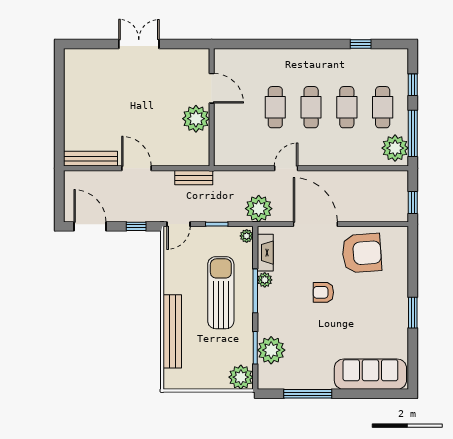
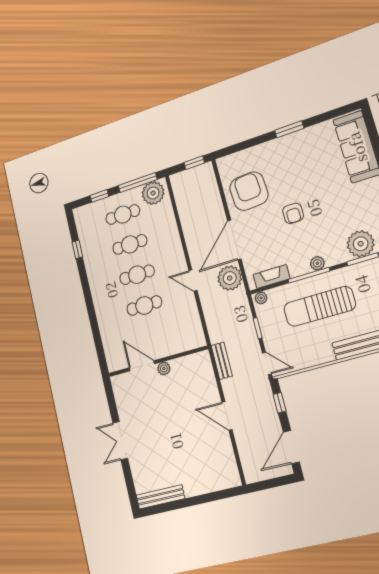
door: (212, 88) -> (142, 366), hinge flipped
plant: (196, 119) -> (164, 368), width x0.53, depth x0.53
bench: (90, 159) -> (160, 497), moved, turned 90
door: (136, 168) -> (227, 416), hinge flipped
plant: (259, 209) -> (230, 278), moved
plant: (265, 280) -> (317, 263), moved

